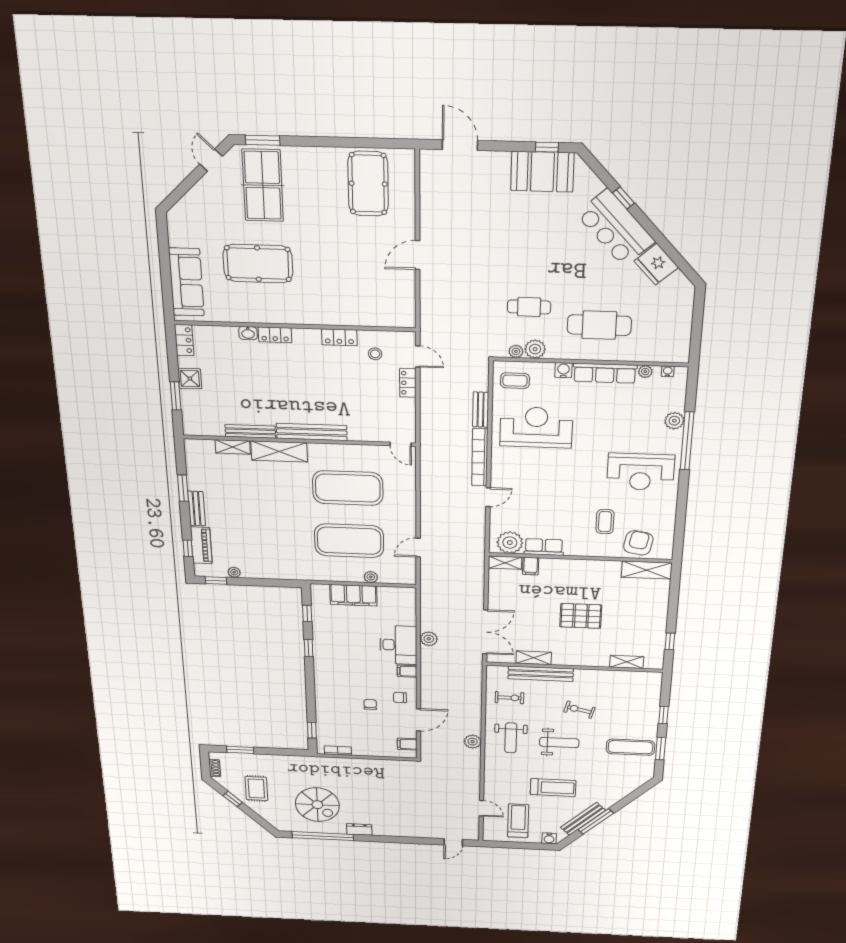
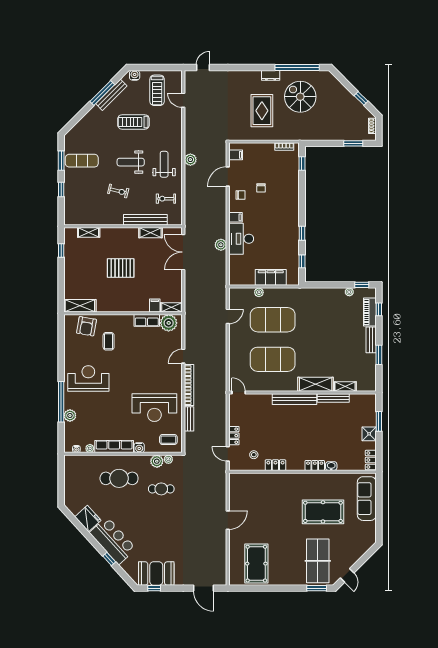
rug: (256, 789) -> (262, 111), moved, width x1.36, depth x1.43

